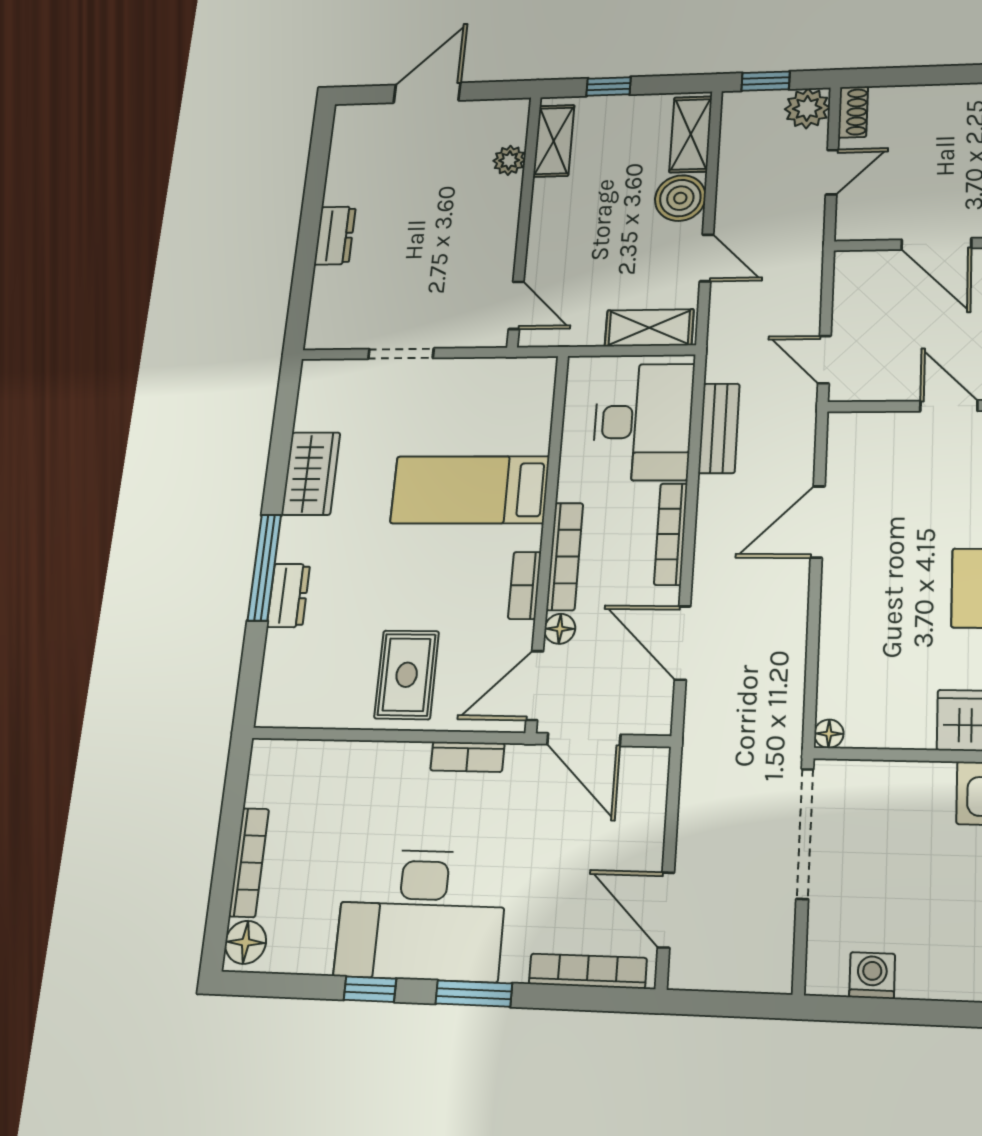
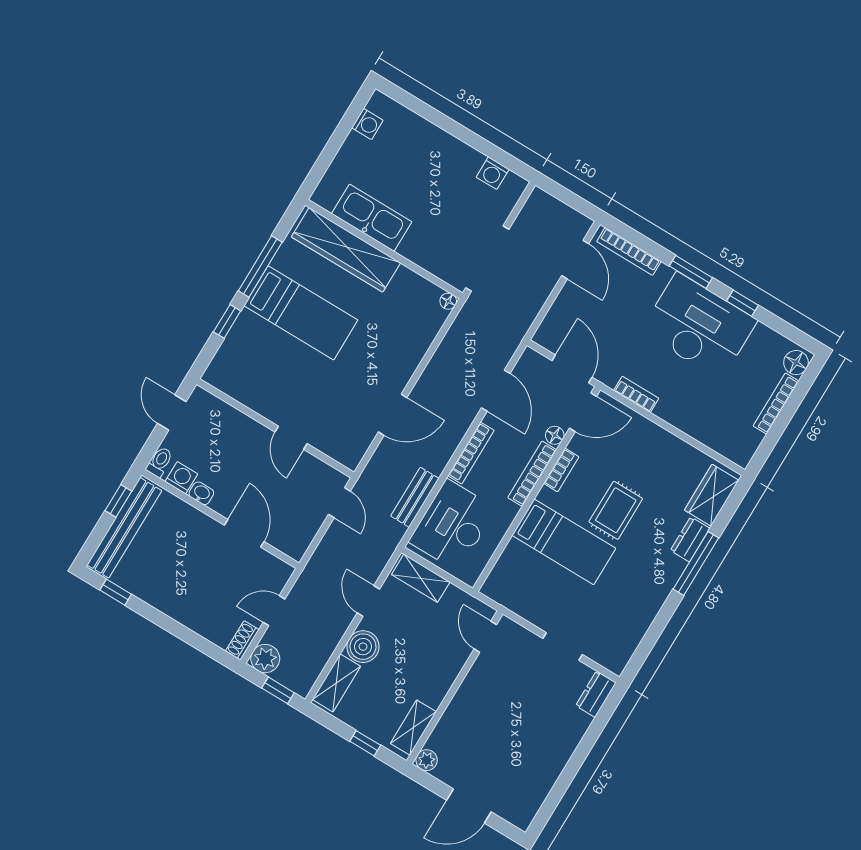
plant: (509, 160) -> (427, 760), moved
dresser: (335, 236) -> (596, 694), moved
wardrobe: (311, 474) -> (712, 495), moved
rug: (407, 675) -> (616, 510), moved

